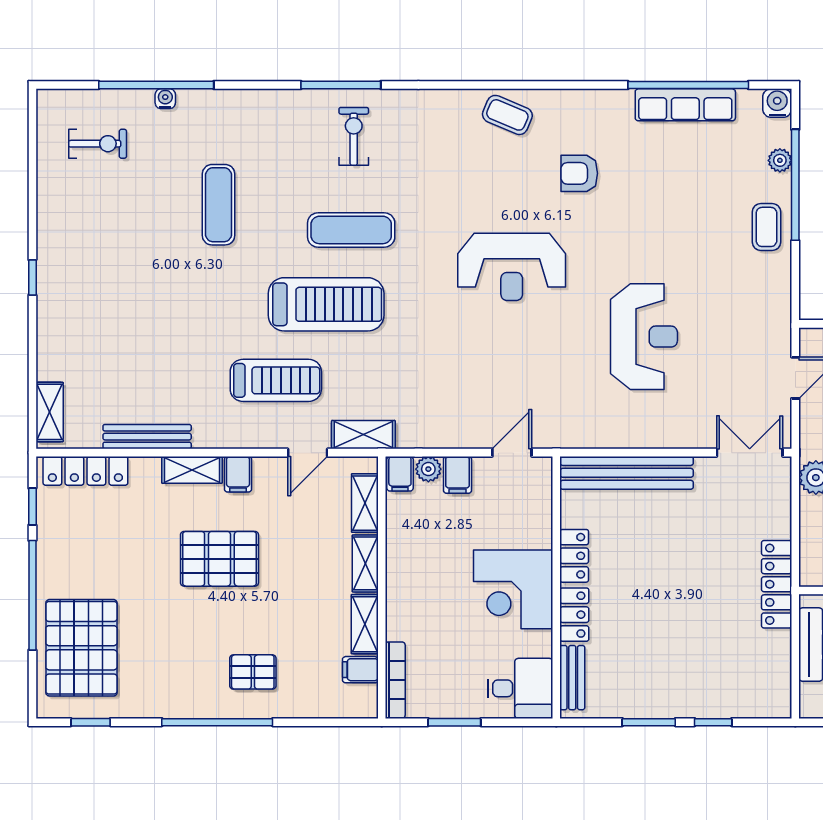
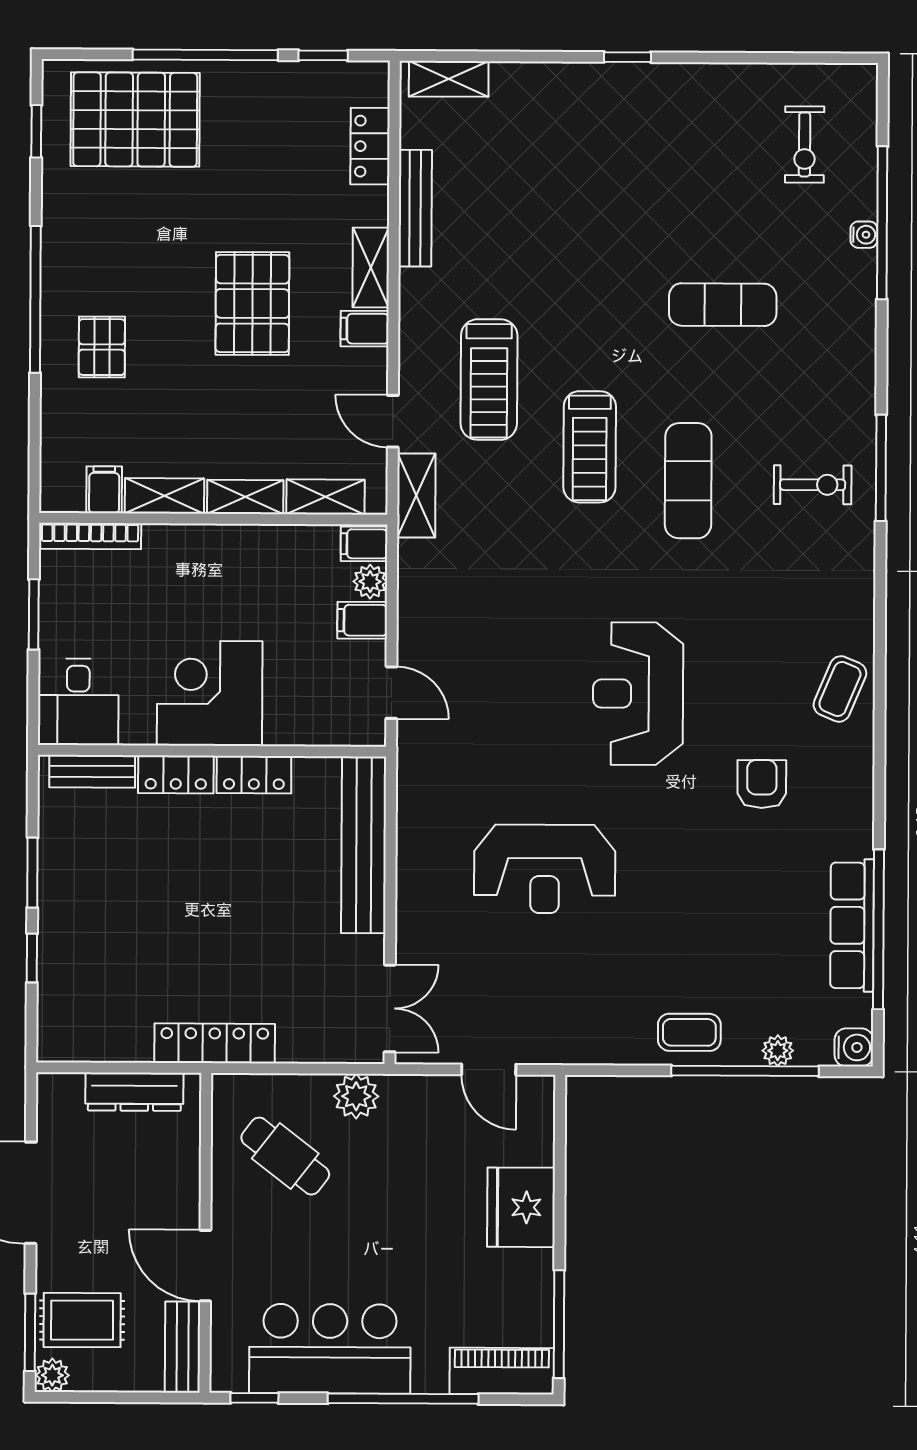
treadmill: (326, 304) -> (590, 447), width x0.73, depth x0.73
locker: (85, 471) -> (370, 146), width x0.66

